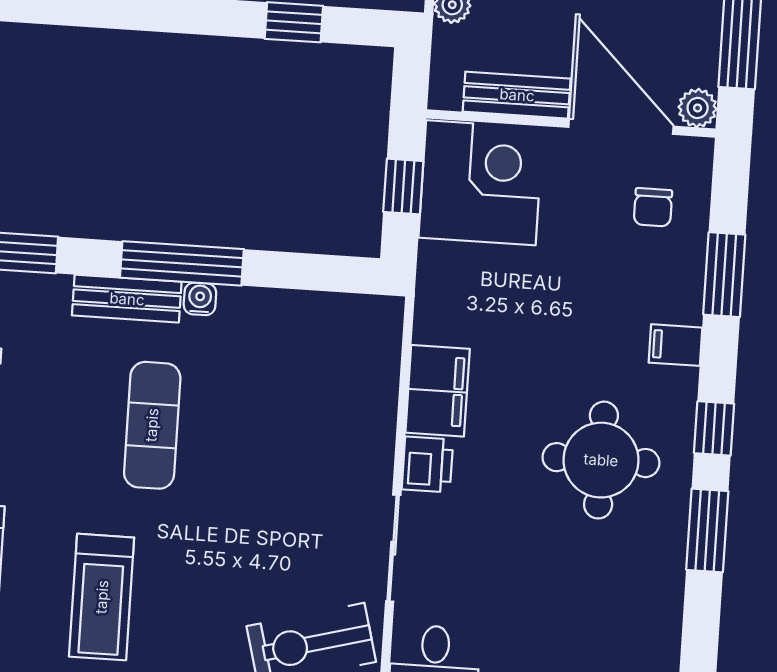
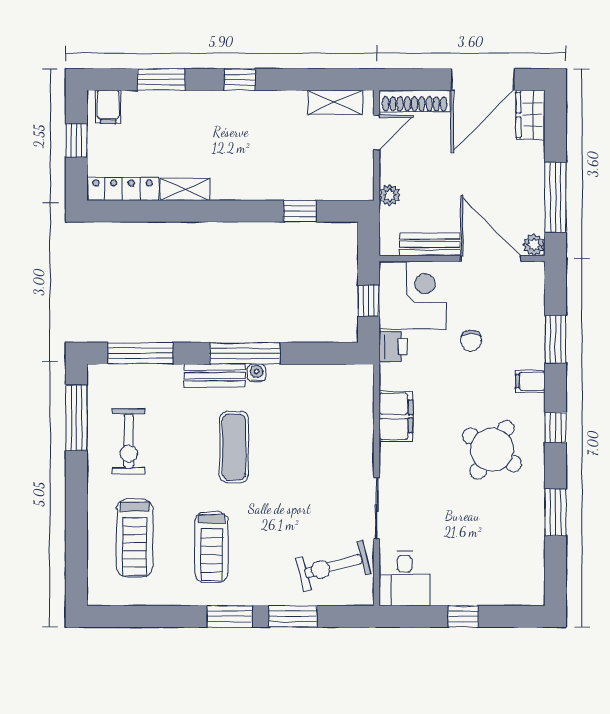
chair: (653, 207) -> (471, 341), moved
round table: (601, 460) -> (492, 450), turned 33
printer: (427, 464) -> (393, 347), moved
window: (707, 530) -> (555, 512), moved

